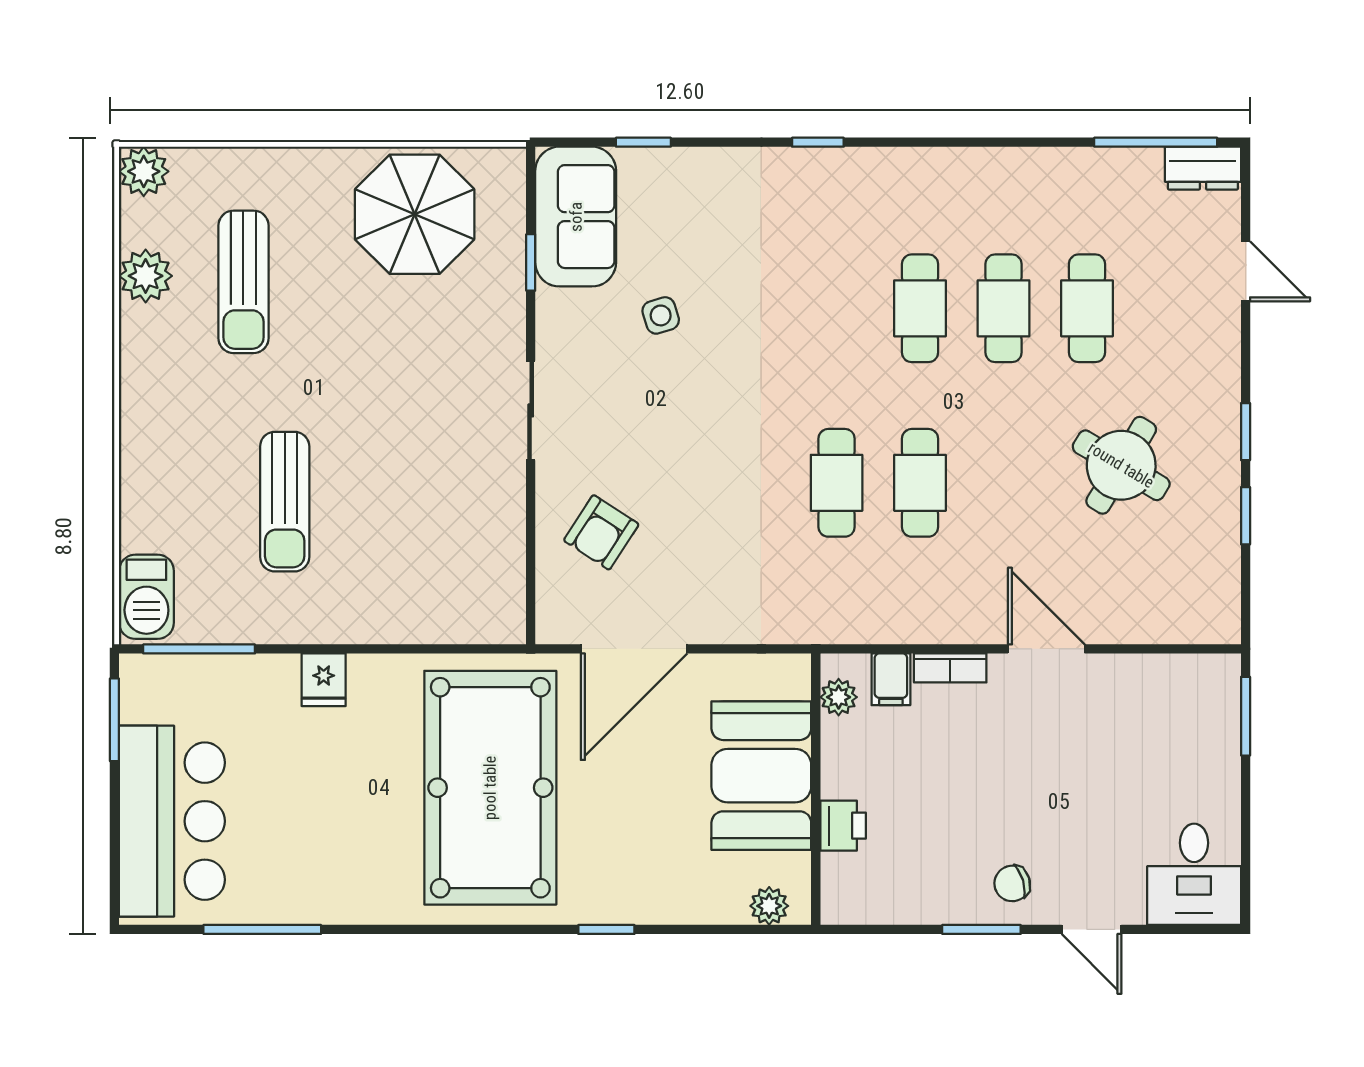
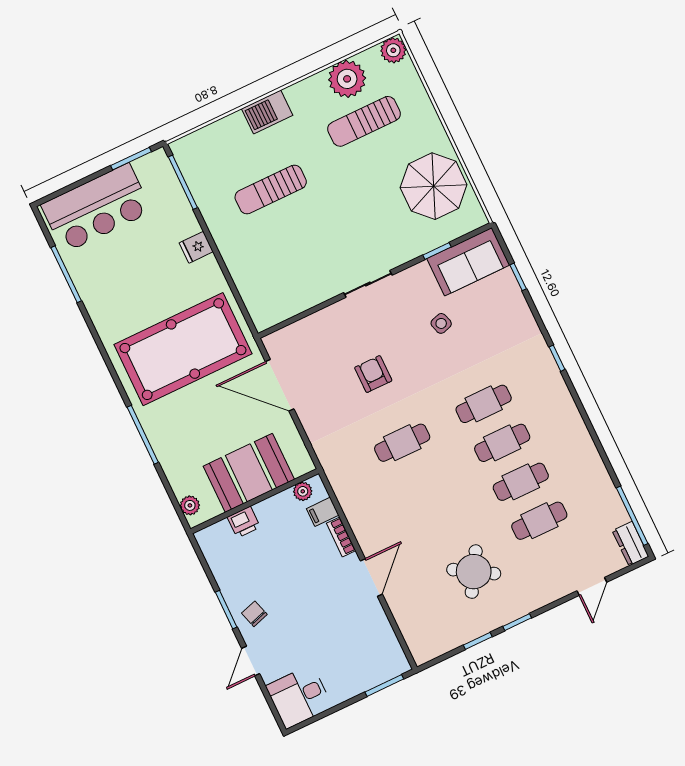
plant: (146, 276) -> (347, 79), width x1.36, depth x1.36
cafe table: (920, 483) -> (484, 404), moved
armchair: (601, 532) -> (373, 374), moved, turned 57
barbecue: (146, 597) -> (267, 112), moved
window: (606, 929) -> (143, 435), width x2.17

